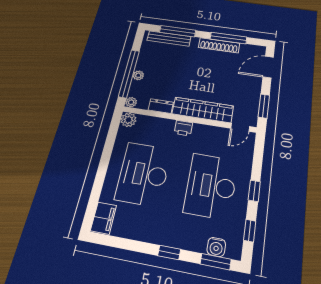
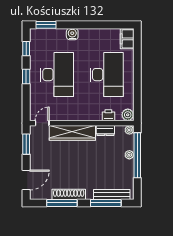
printer: (183, 128) -> (108, 115), moved
water cooler: (216, 247) -> (72, 34), moved
window: (169, 253) -> (77, 25), removed

